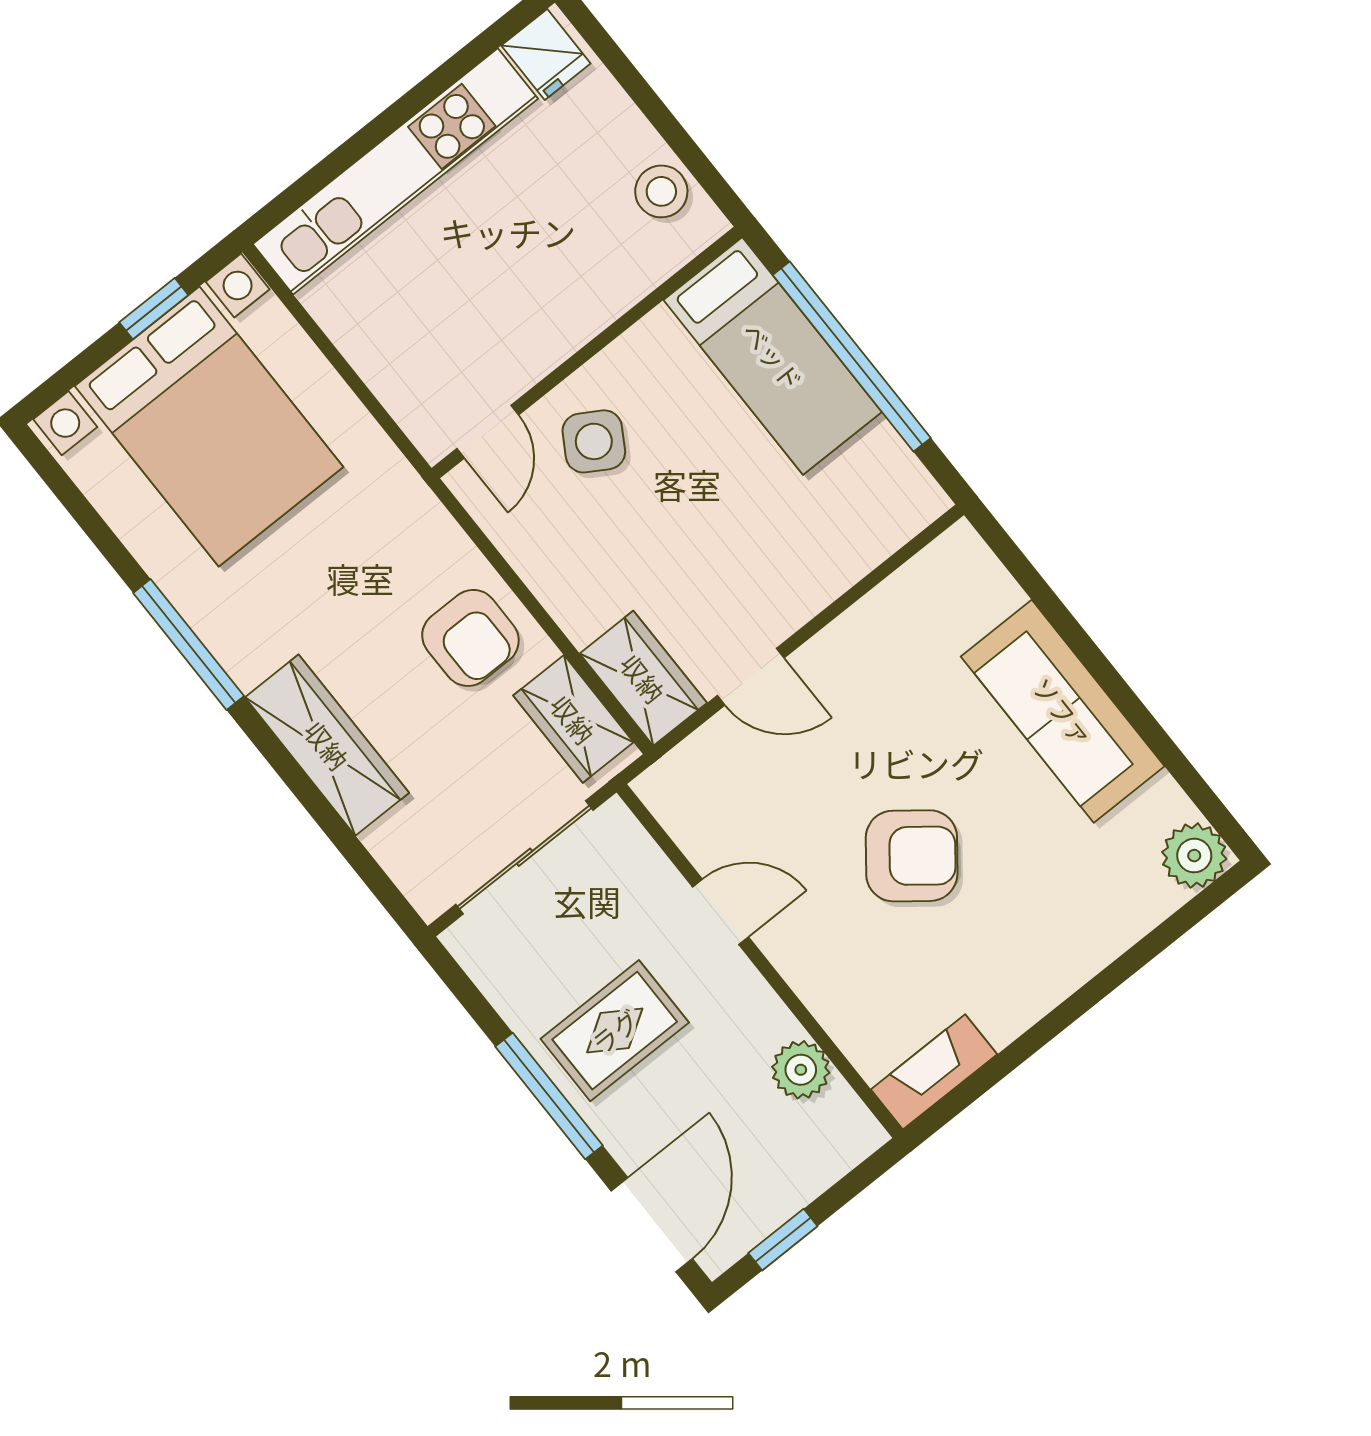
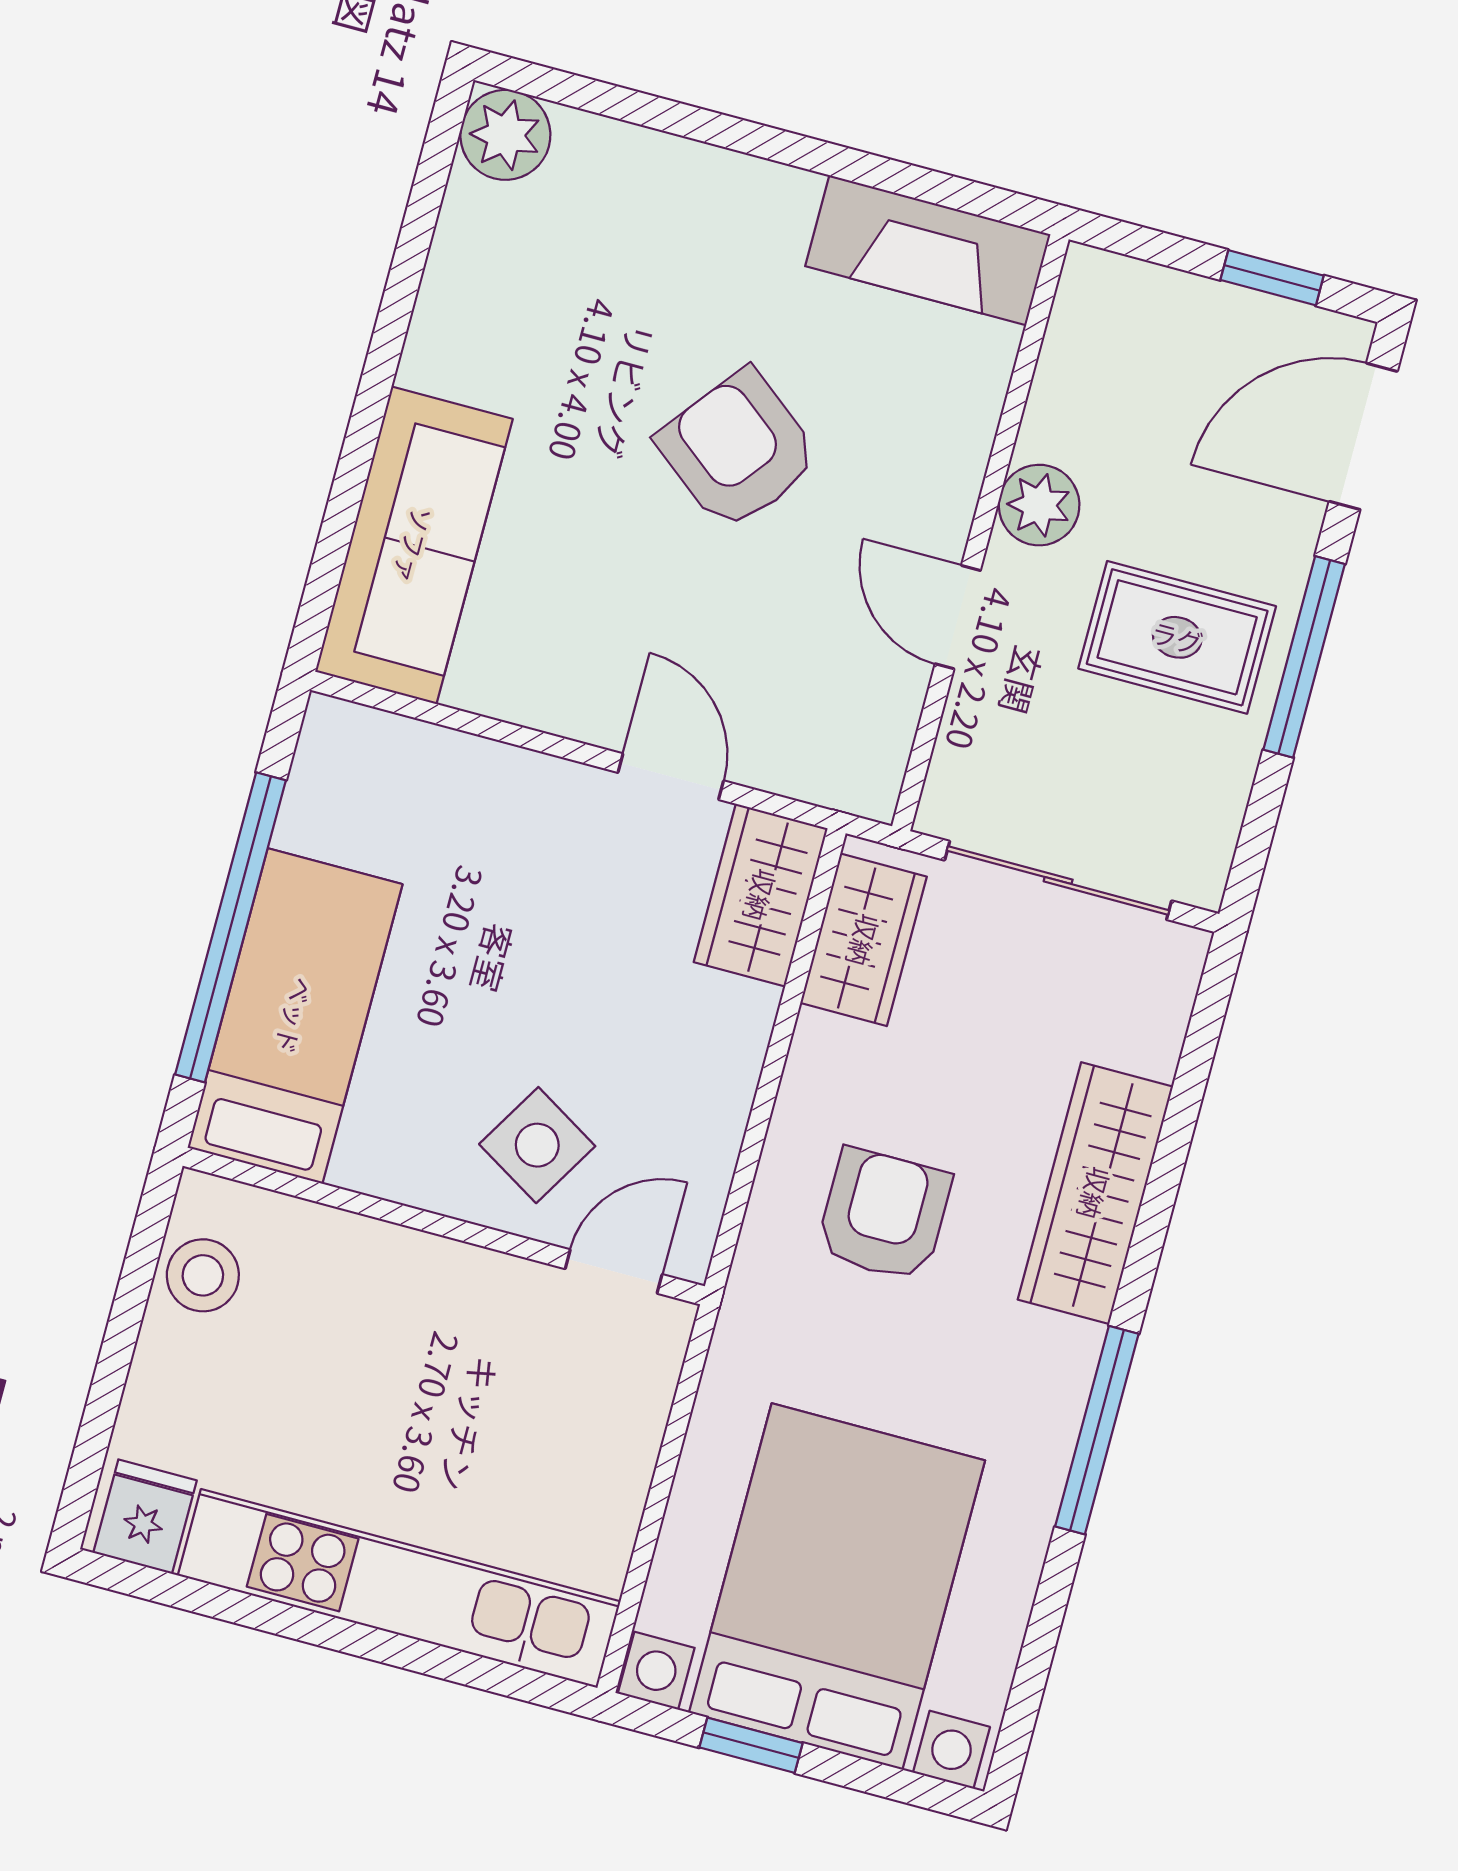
armchair: (470, 638) -> (884, 1215), moved
sofa: (1063, 711) -> (414, 545), moved
plant: (801, 1070) -> (1039, 505), moved
fireplace: (934, 1072) -> (928, 250), width x1.37, depth x1.32

